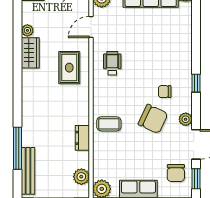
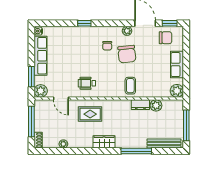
wardrobe: (30, 53) -> (104, 142), moved
window: (196, 83) -> (84, 23), moved
chair: (153, 119) -> (127, 54), turned 149
window: (18, 148) -> (136, 151), moved
plant: (81, 177) -> (156, 105), moved

